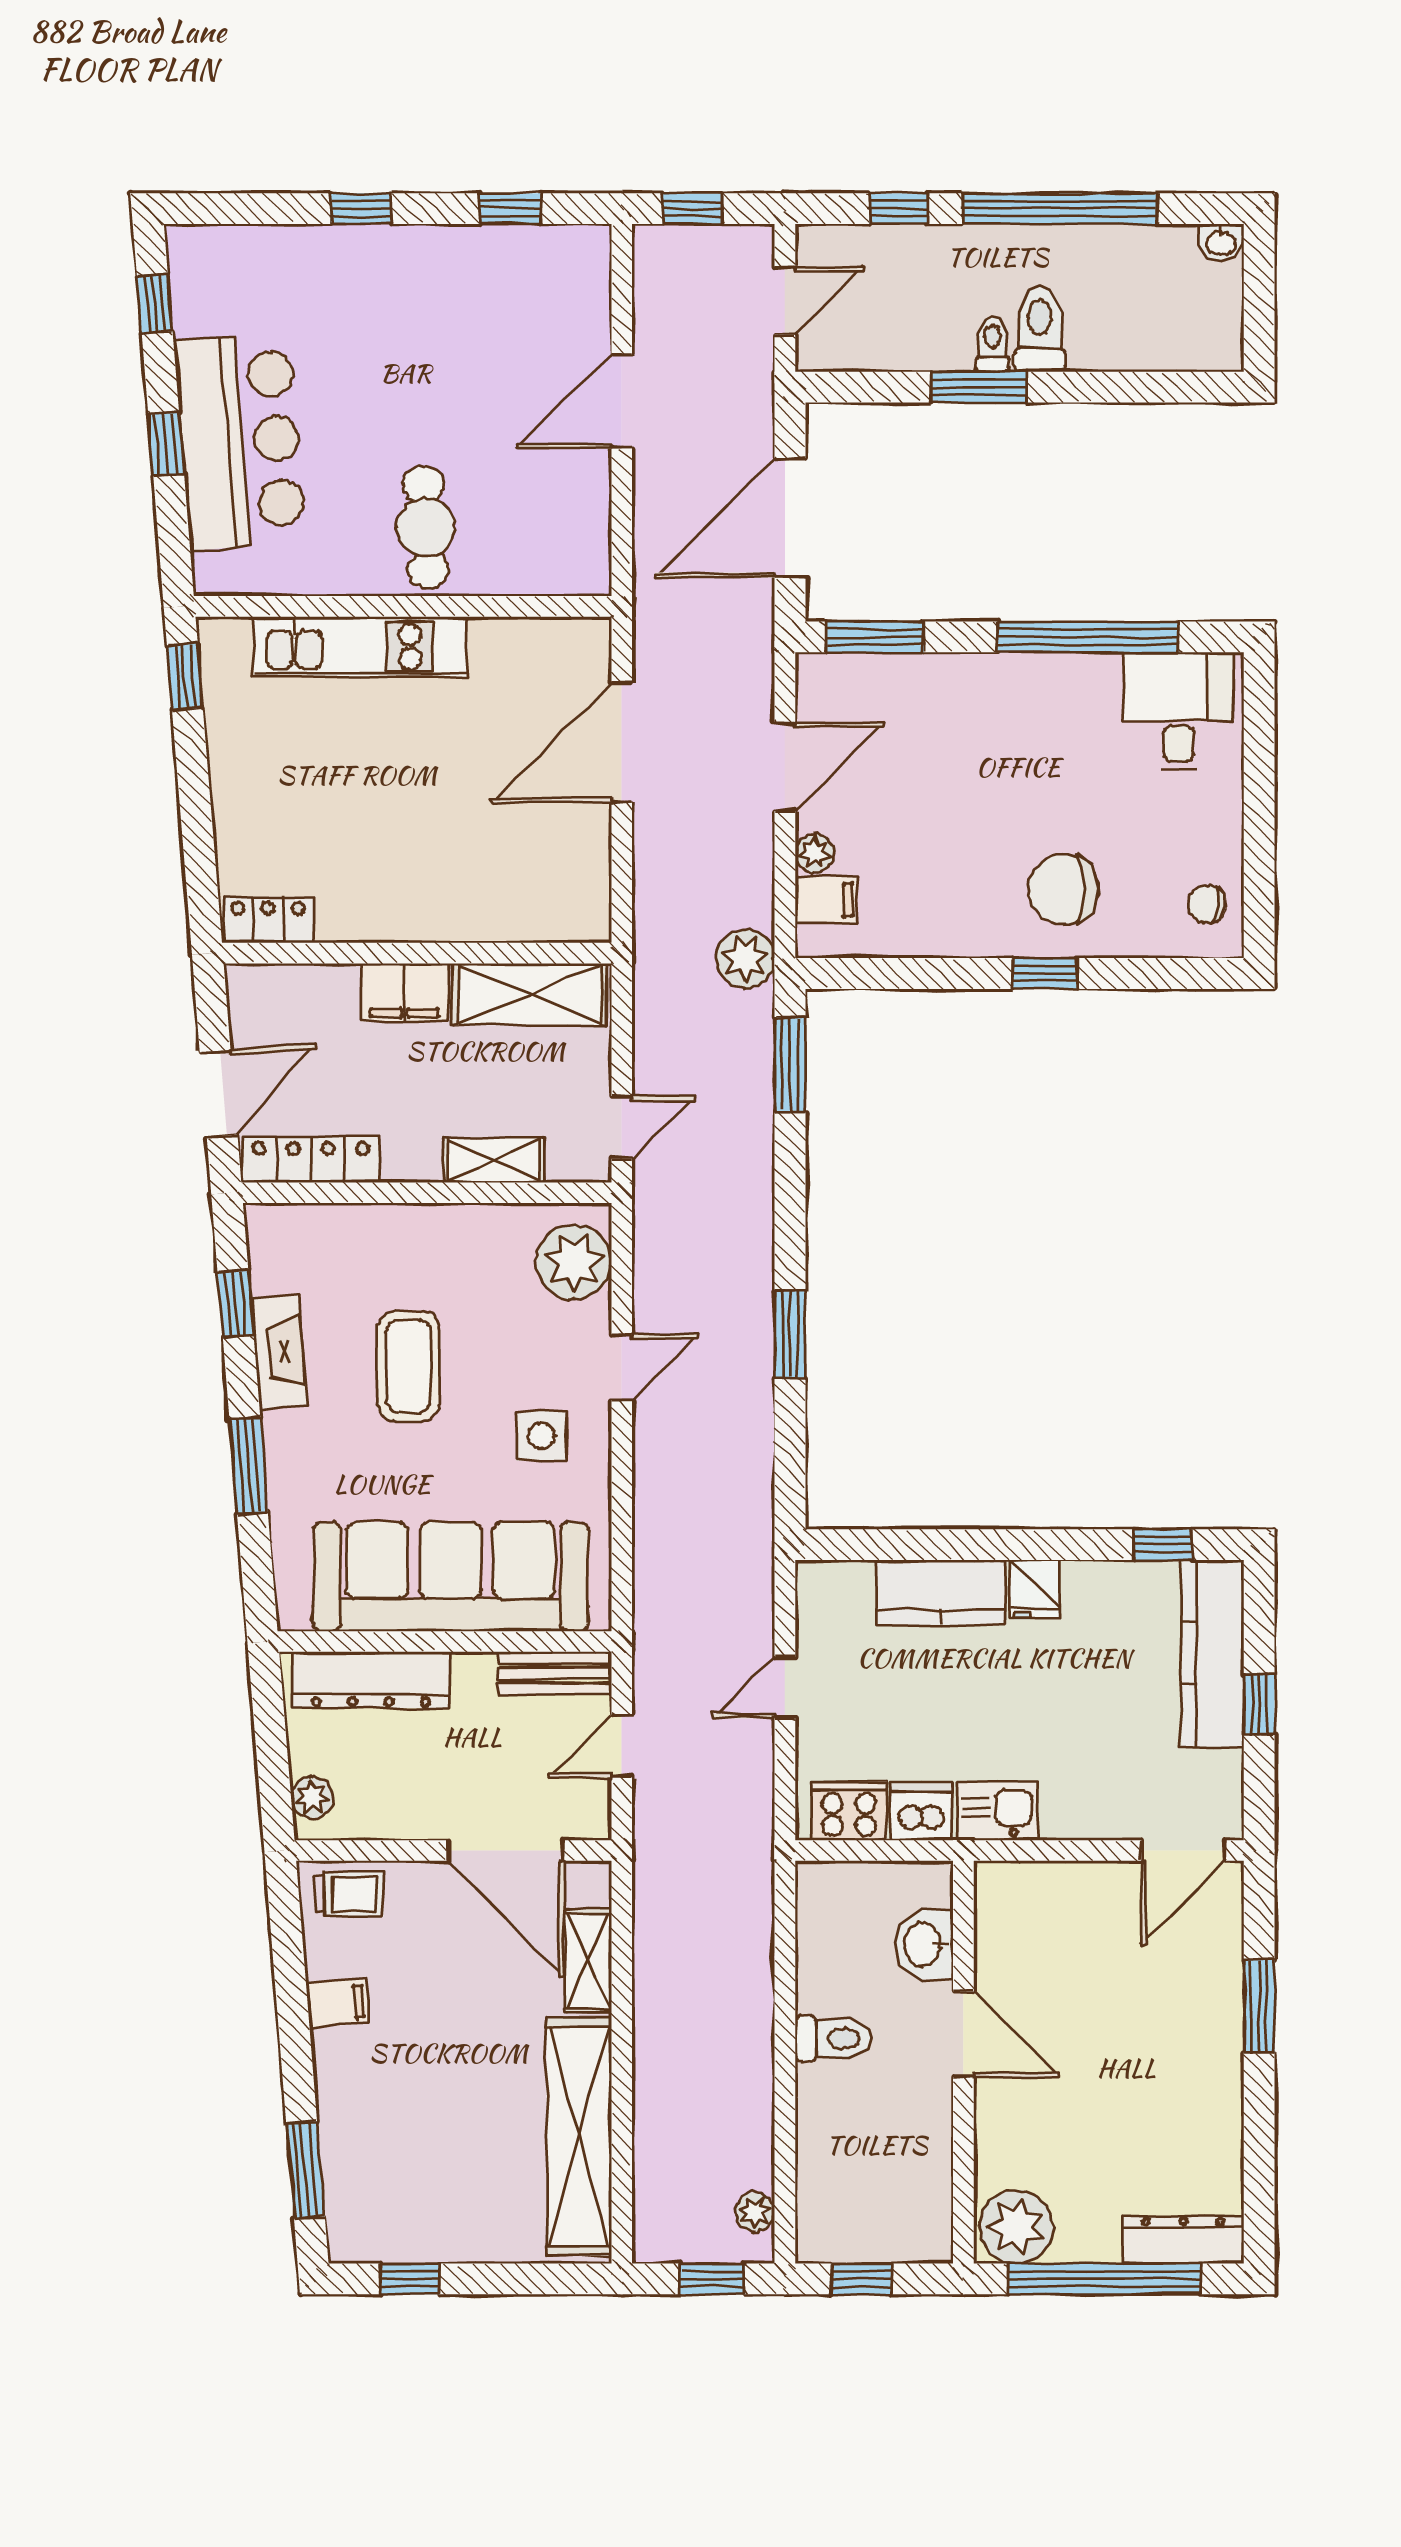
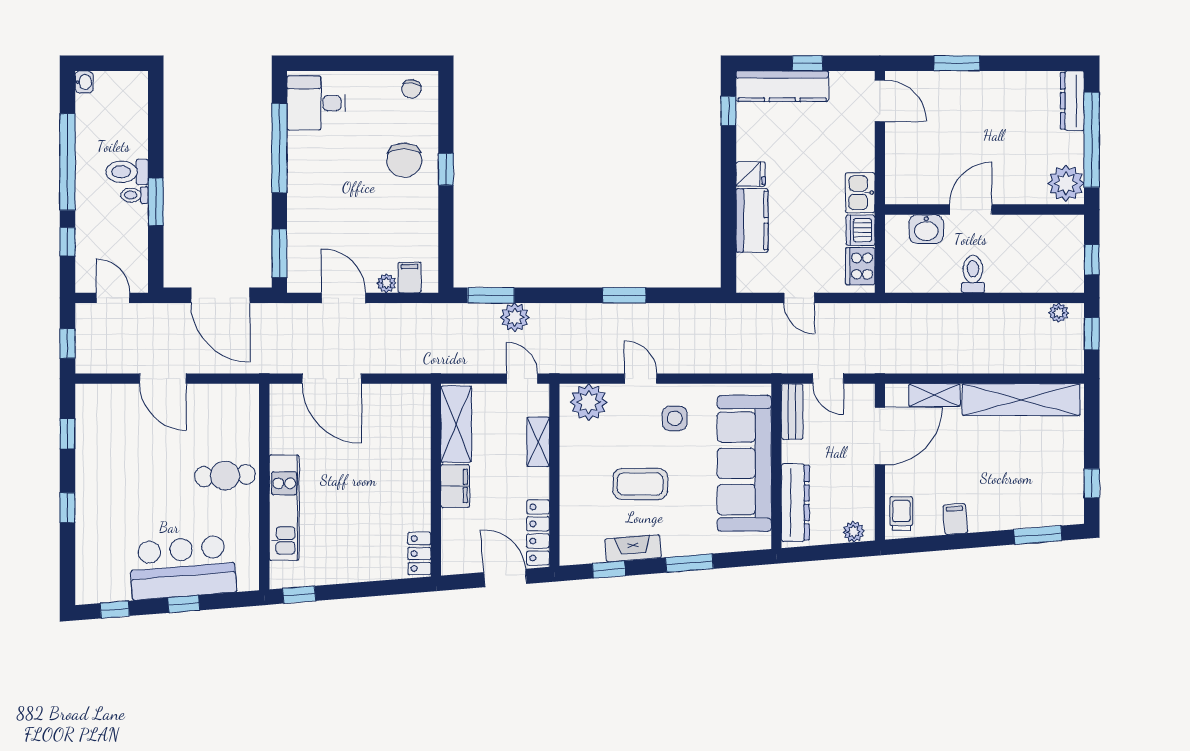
plant: (745, 959) -> (515, 317), moved

